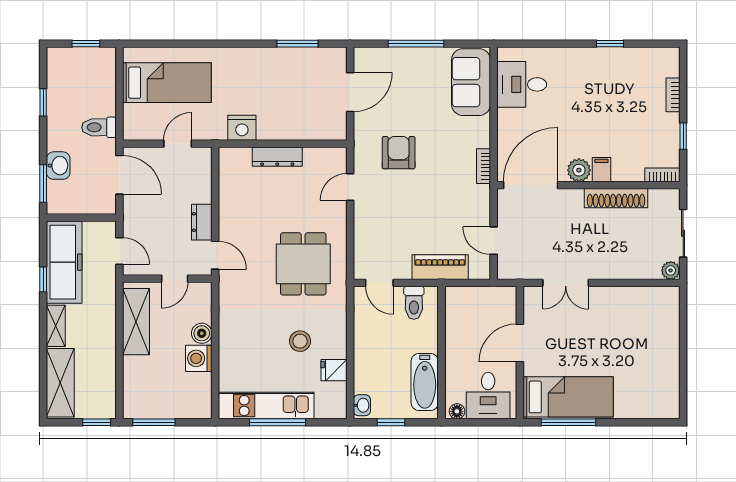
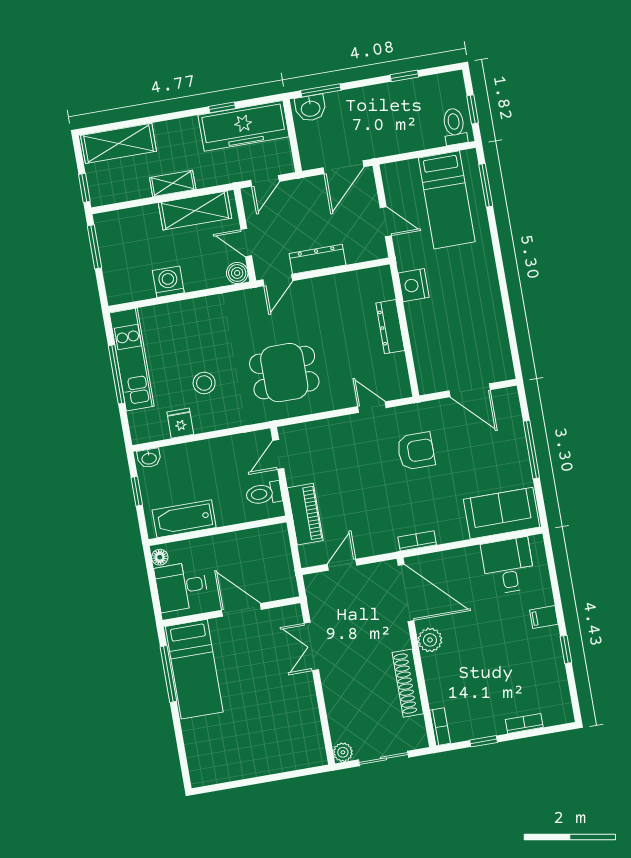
window: (298, 44) -> (486, 185), moved
toilet: (99, 127) -> (454, 126), moved
washbasin: (58, 166) -> (310, 108), moved
filing cabinet: (601, 170) -> (544, 617), moved, turned 180
dresser: (202, 222) -> (317, 259), width x1.44
shelving: (56, 326) -> (173, 183), moved
boiler: (202, 333) -> (237, 273), moved

